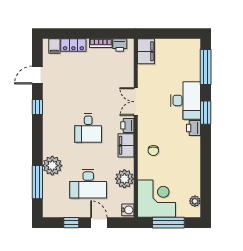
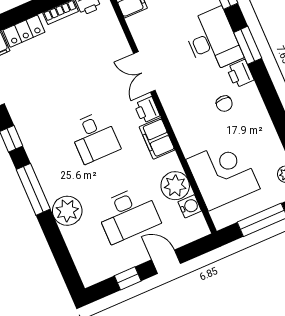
chair: (153, 150) -> (224, 104), moved
window: (37, 182) -> (33, 189), moved
corner desk: (157, 199) -> (223, 174), moved
water cooler: (128, 210) -> (190, 206), moved

